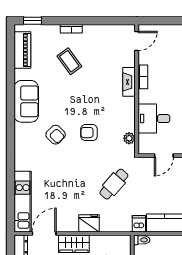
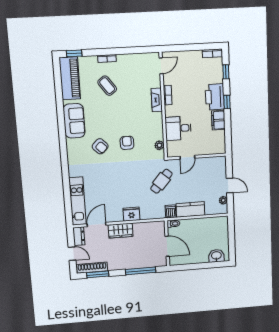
piano: (22, 50) -> (70, 78), width x1.37, depth x1.33
armchair: (89, 133) -> (127, 143), turned 90
cafe table: (114, 184) -> (161, 181), moved

